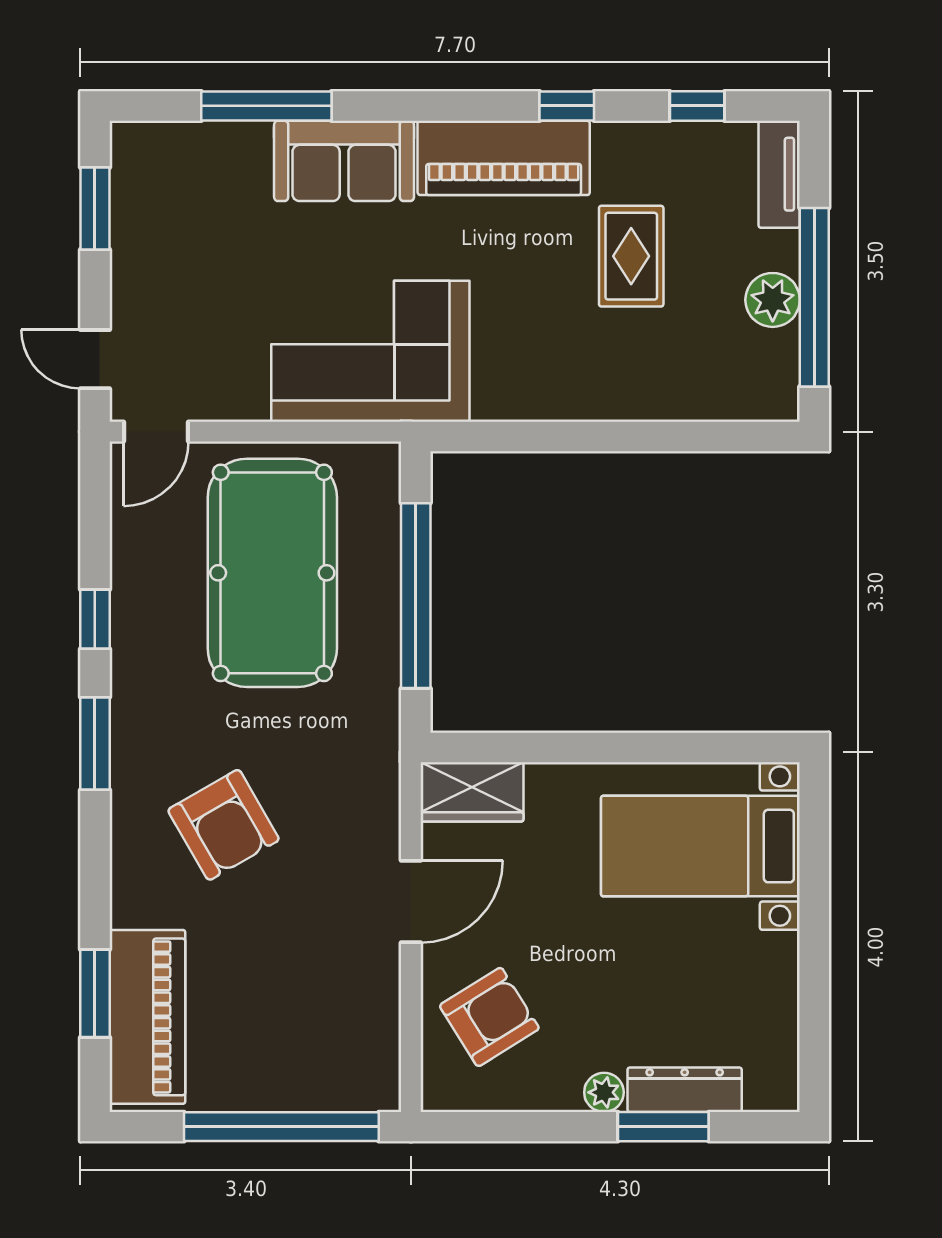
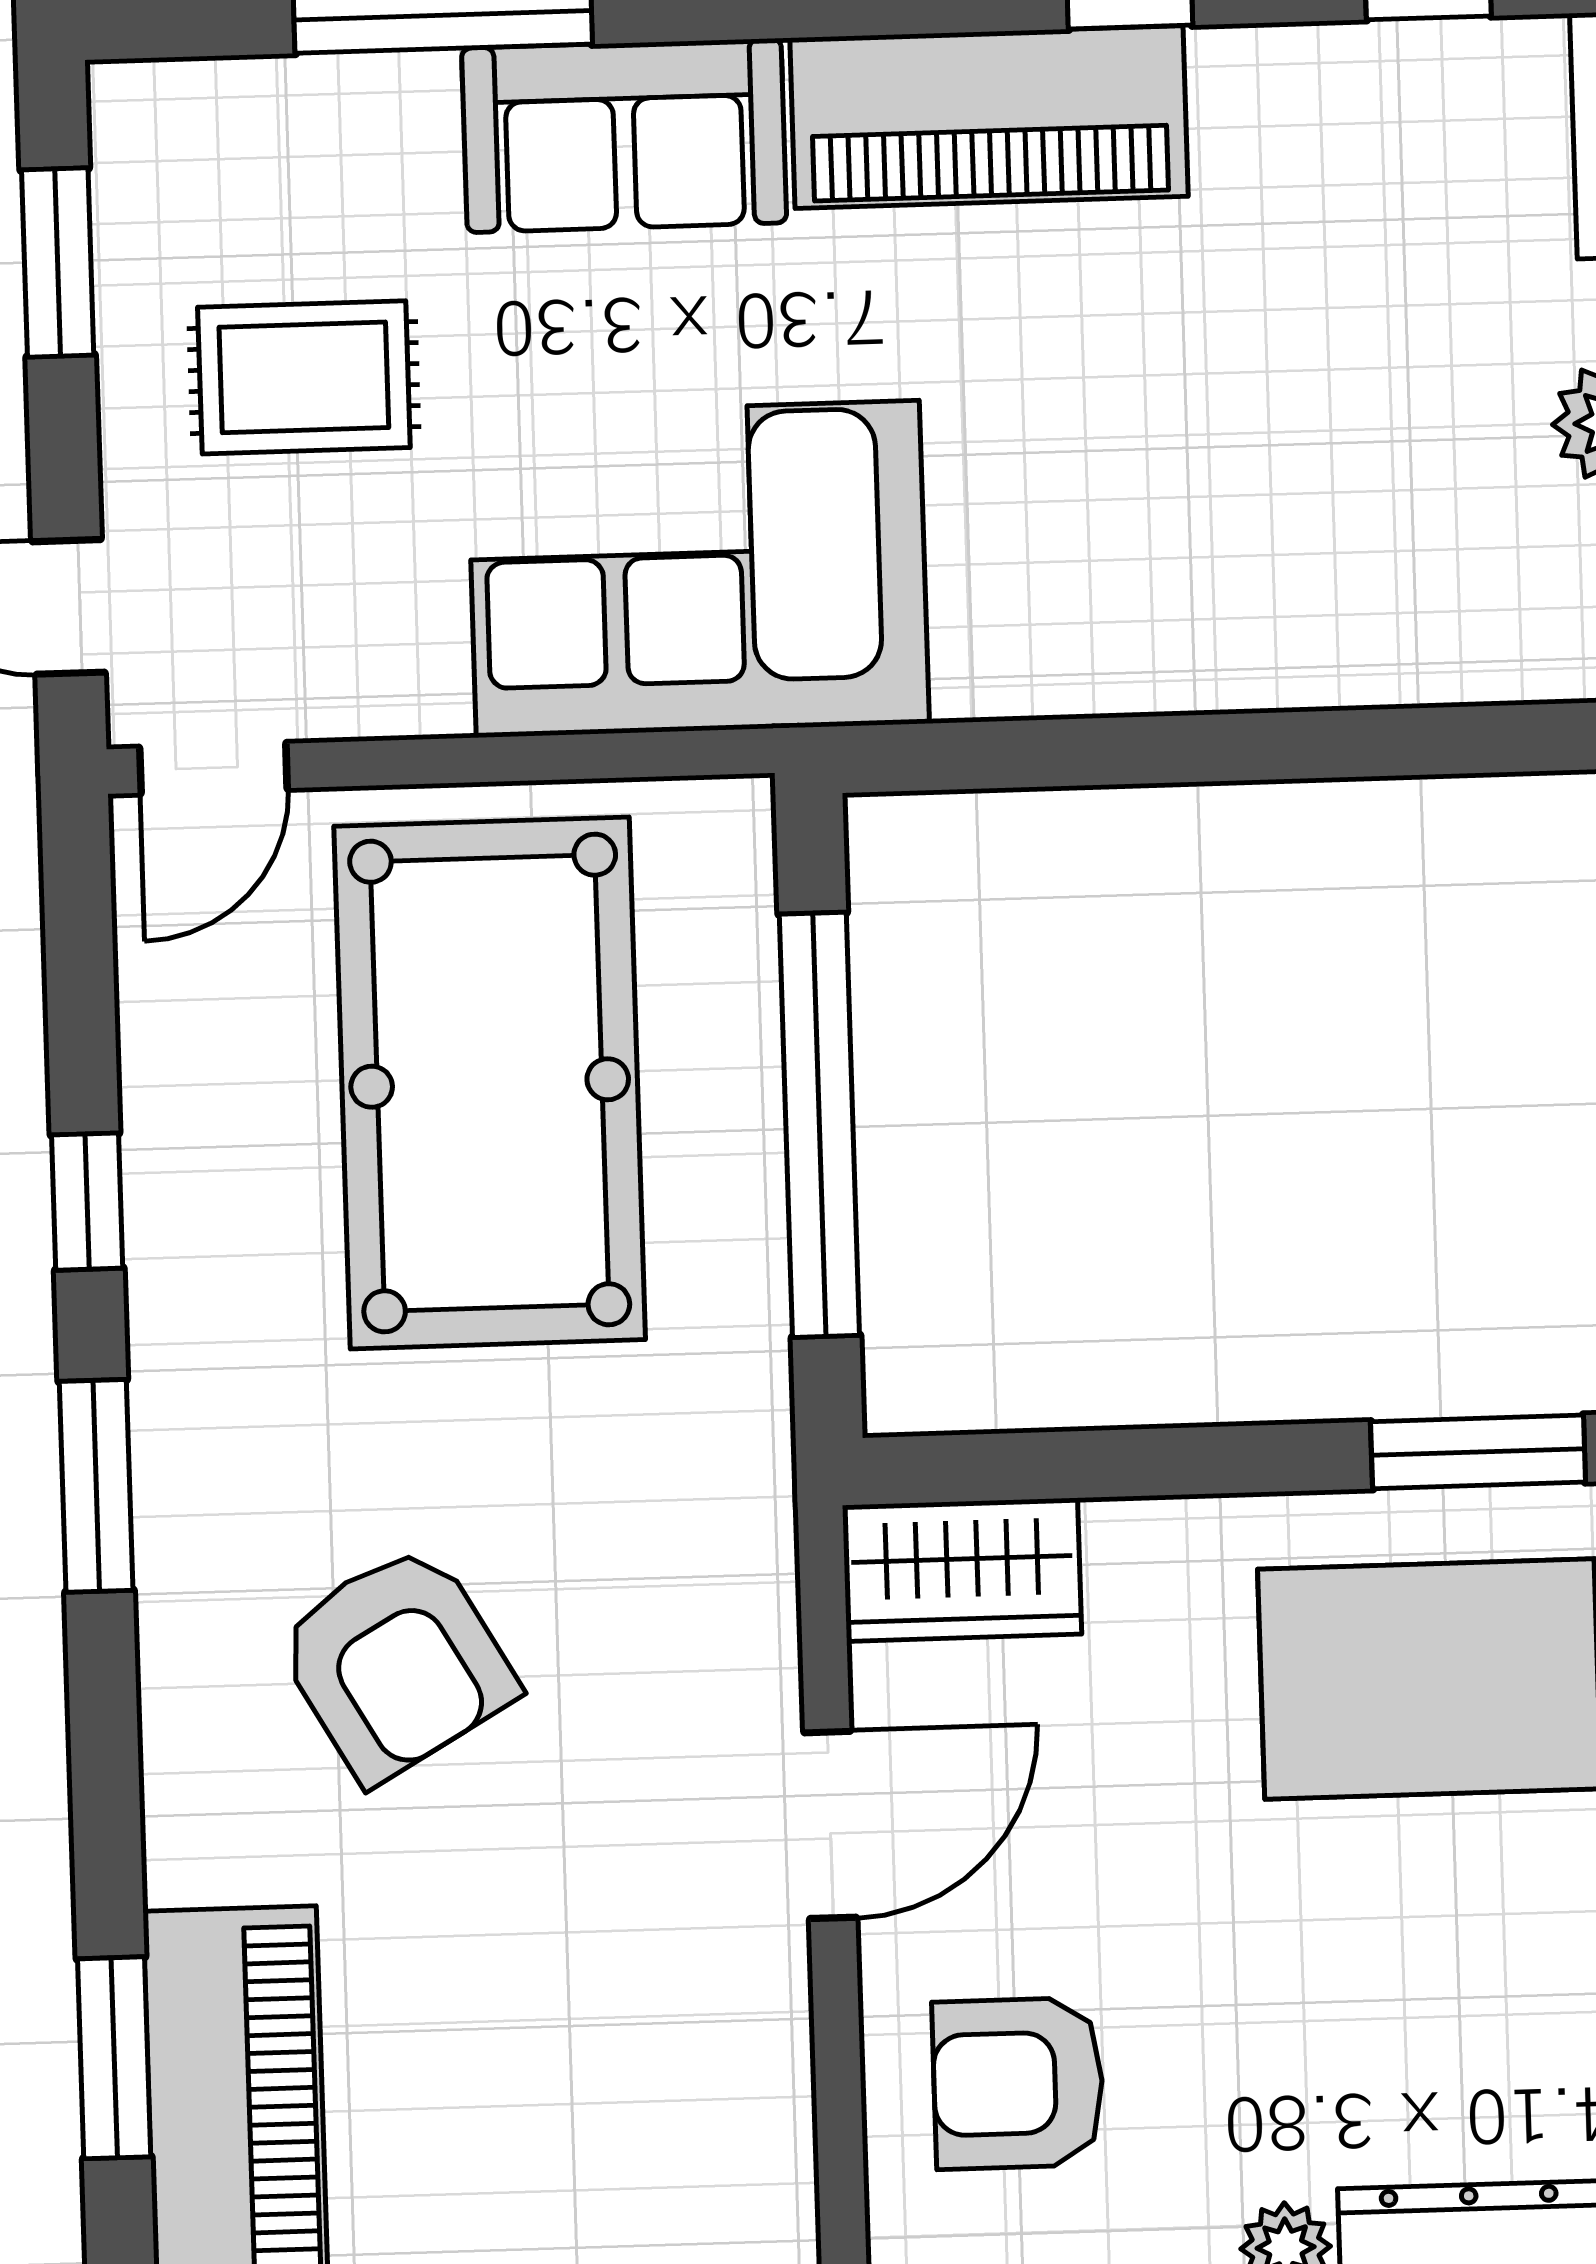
rug: (631, 256) -> (304, 377), moved, turned 90
window: (699, 748) -> (1478, 1452), added
armchair: (489, 1017) -> (1018, 2083), turned -148

